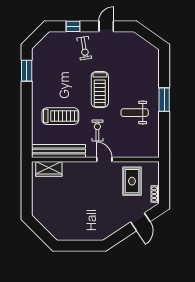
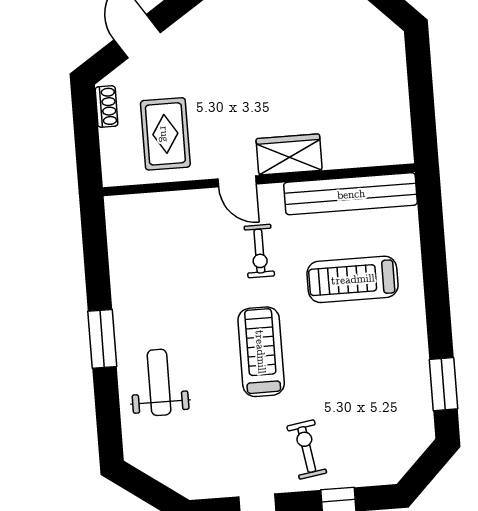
weight bench: (135, 113) -> (159, 382), moved, turned -90
wardrobe: (49, 169) -> (289, 154), moved

